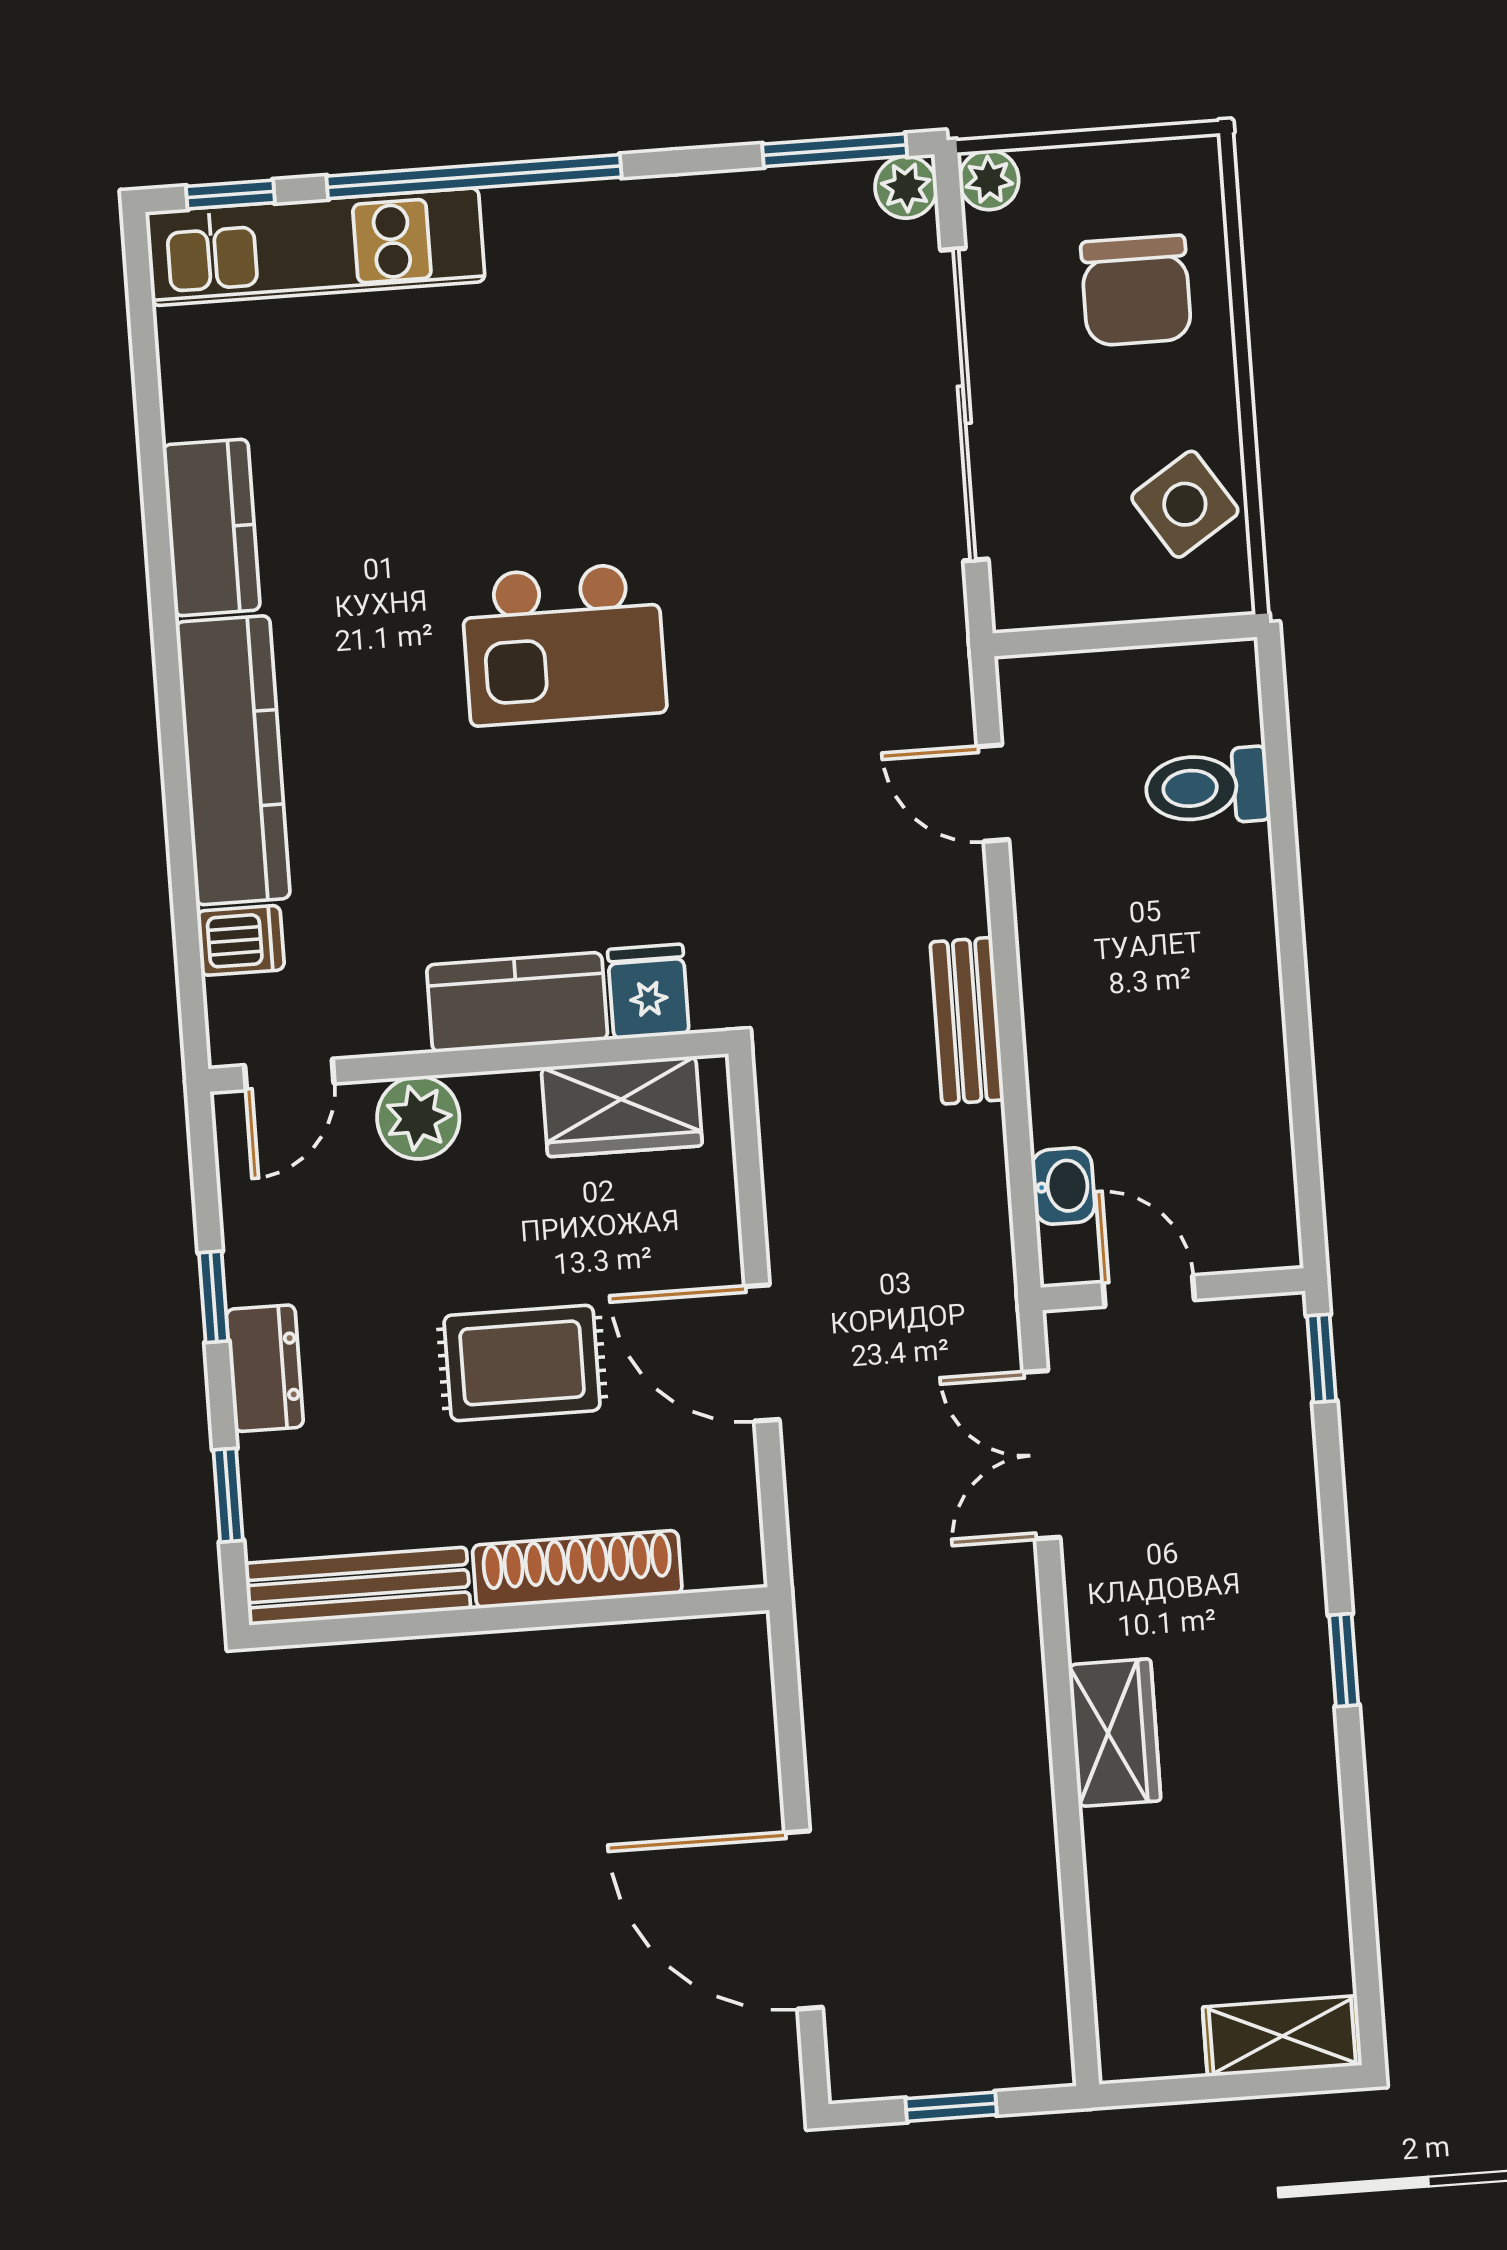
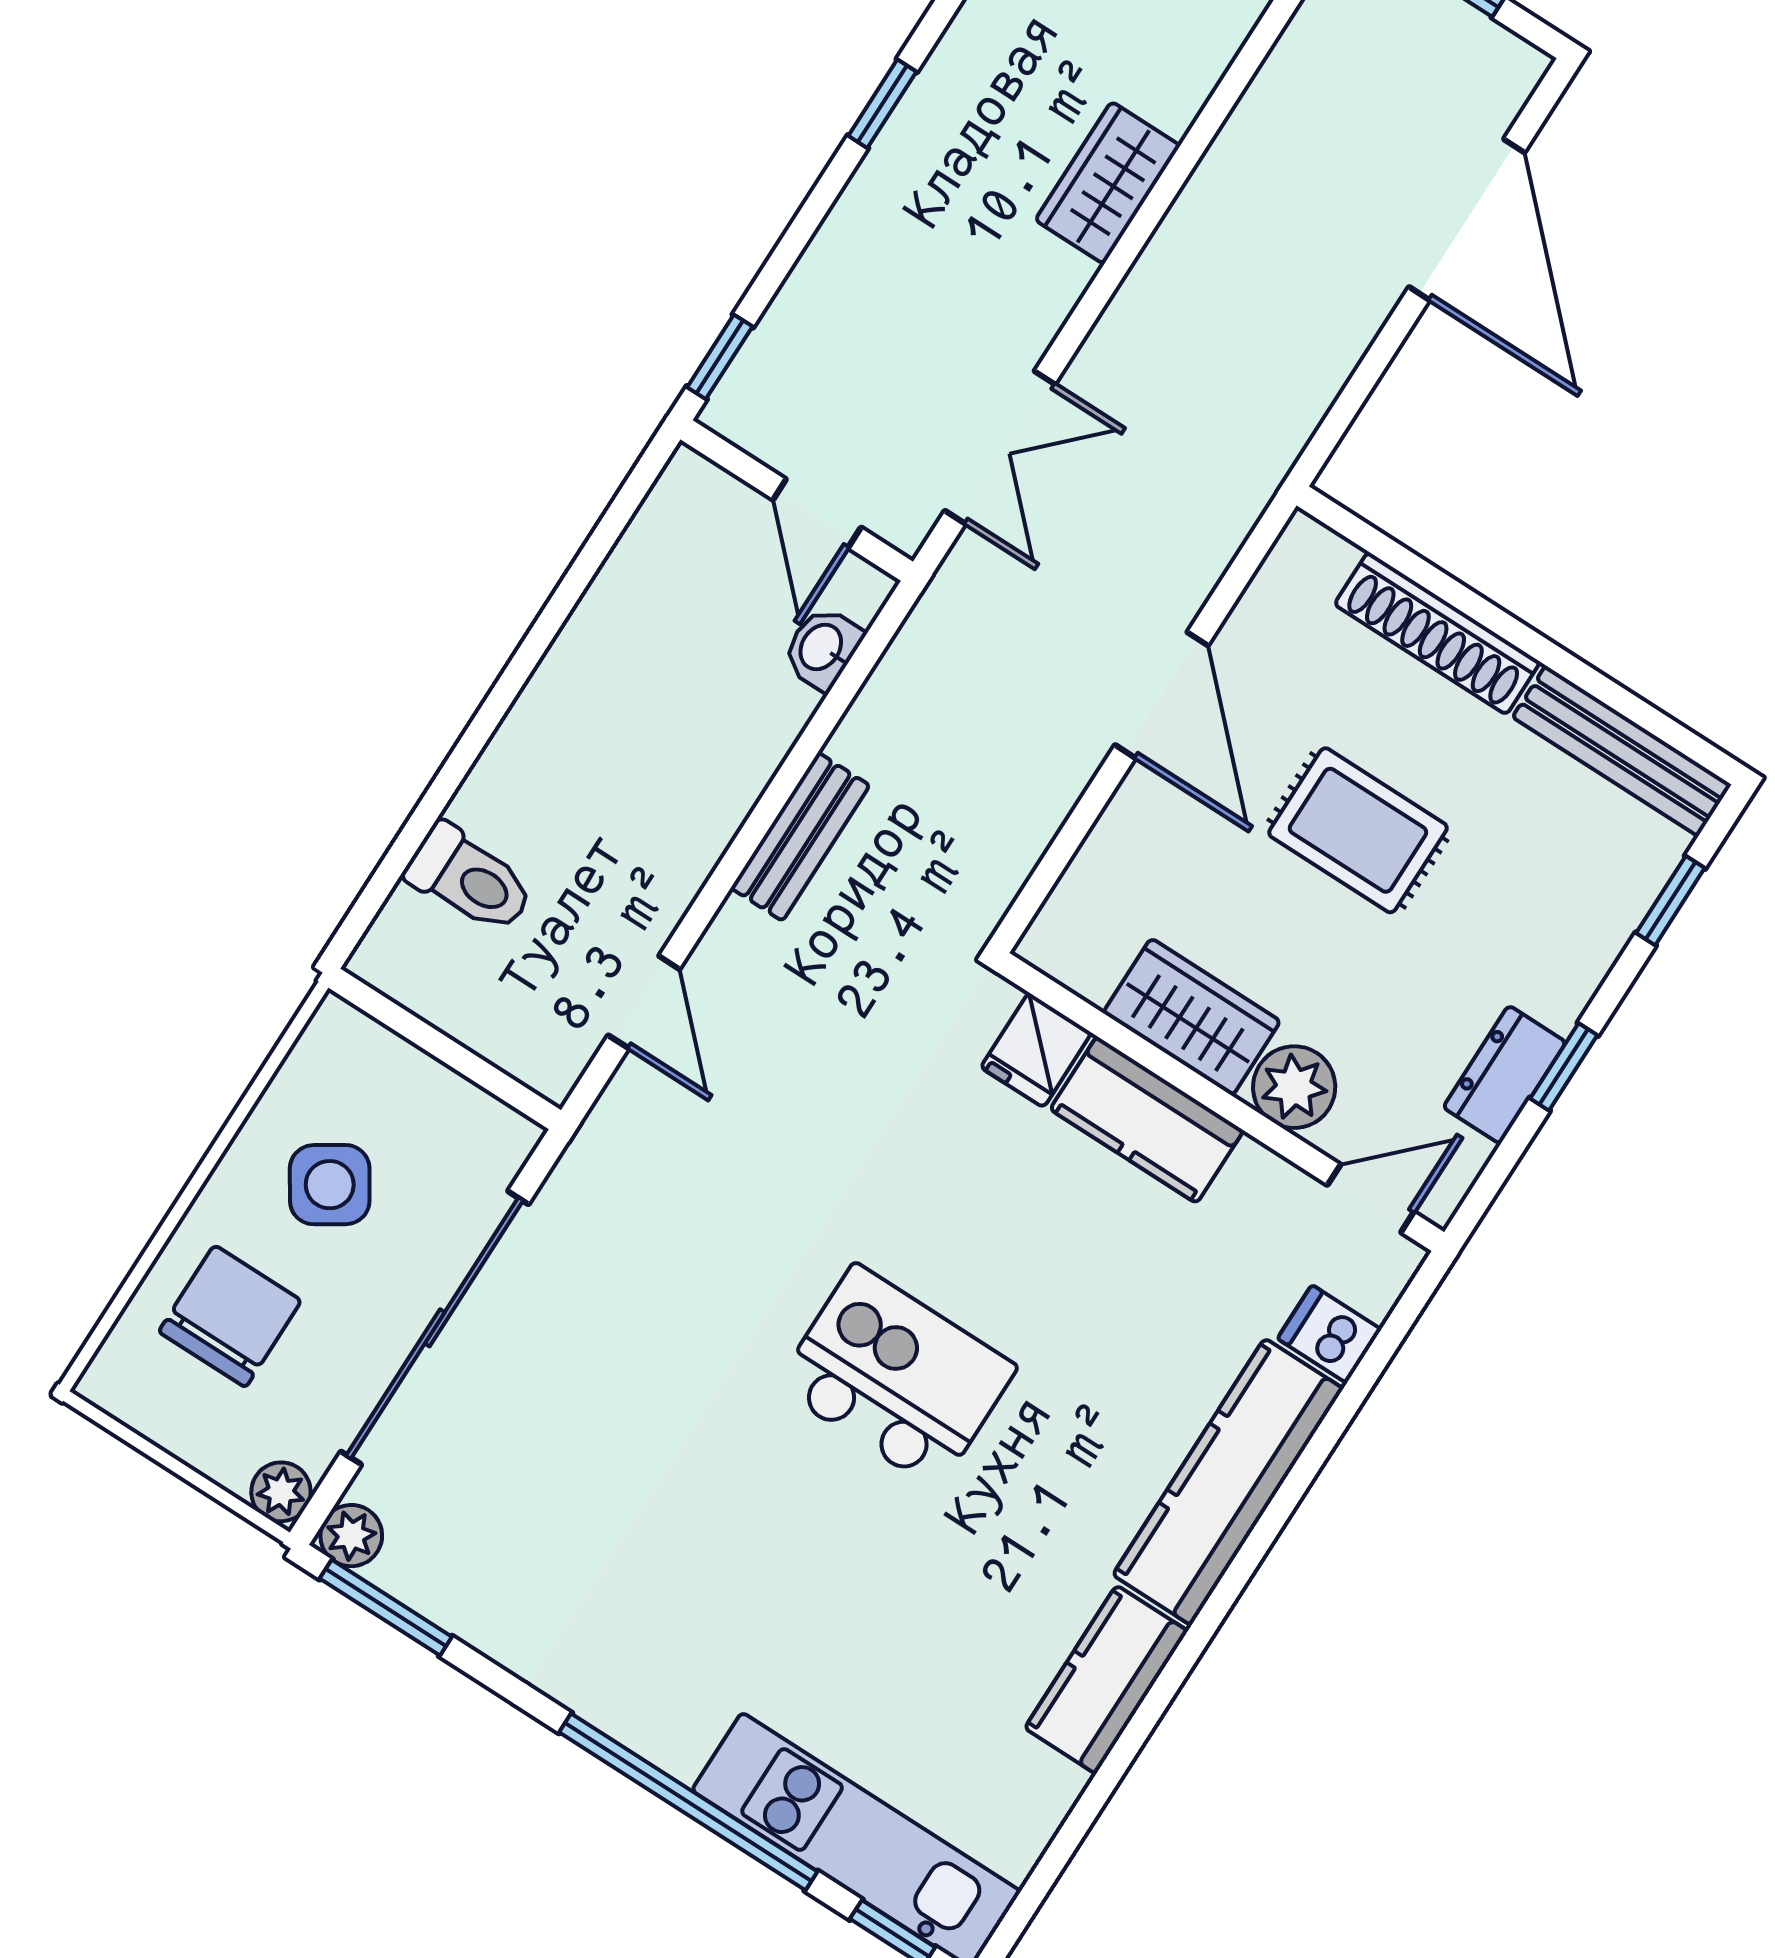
side table: (1185, 504) -> (330, 1185), moved
wardrobe: (622, 1107) -> (1192, 1017), moved
dresser: (265, 1368) -> (1505, 1075), moved

